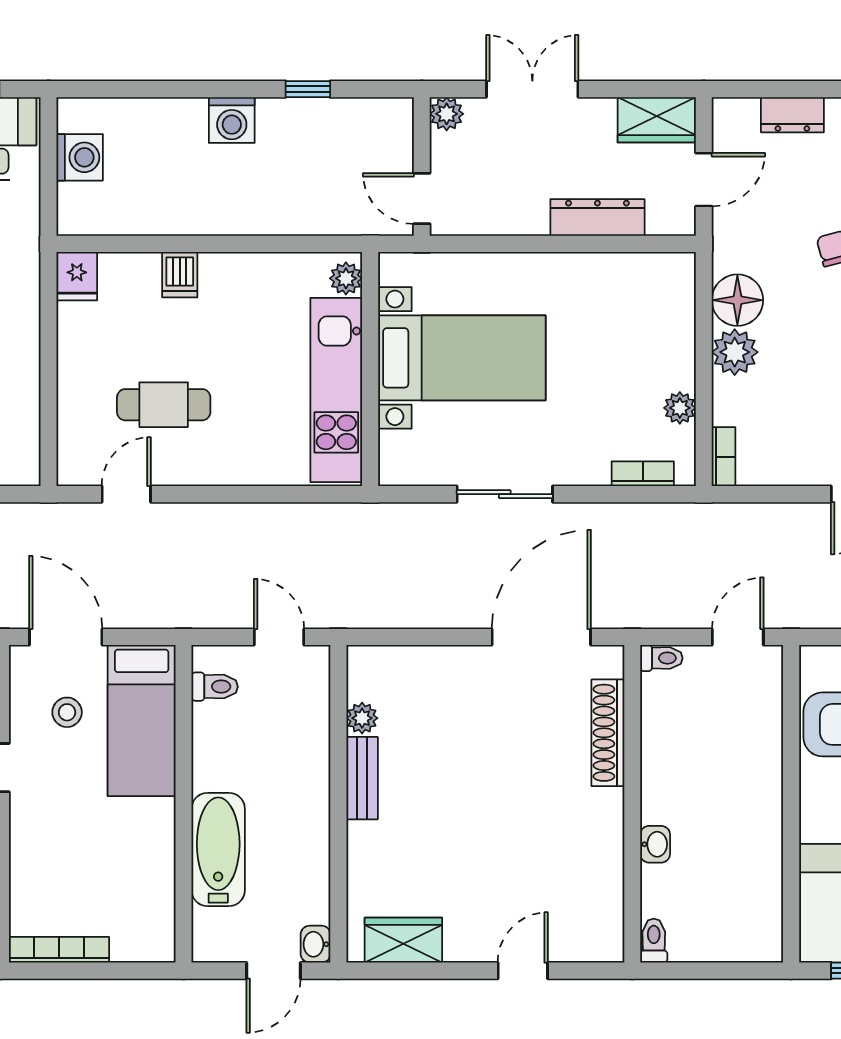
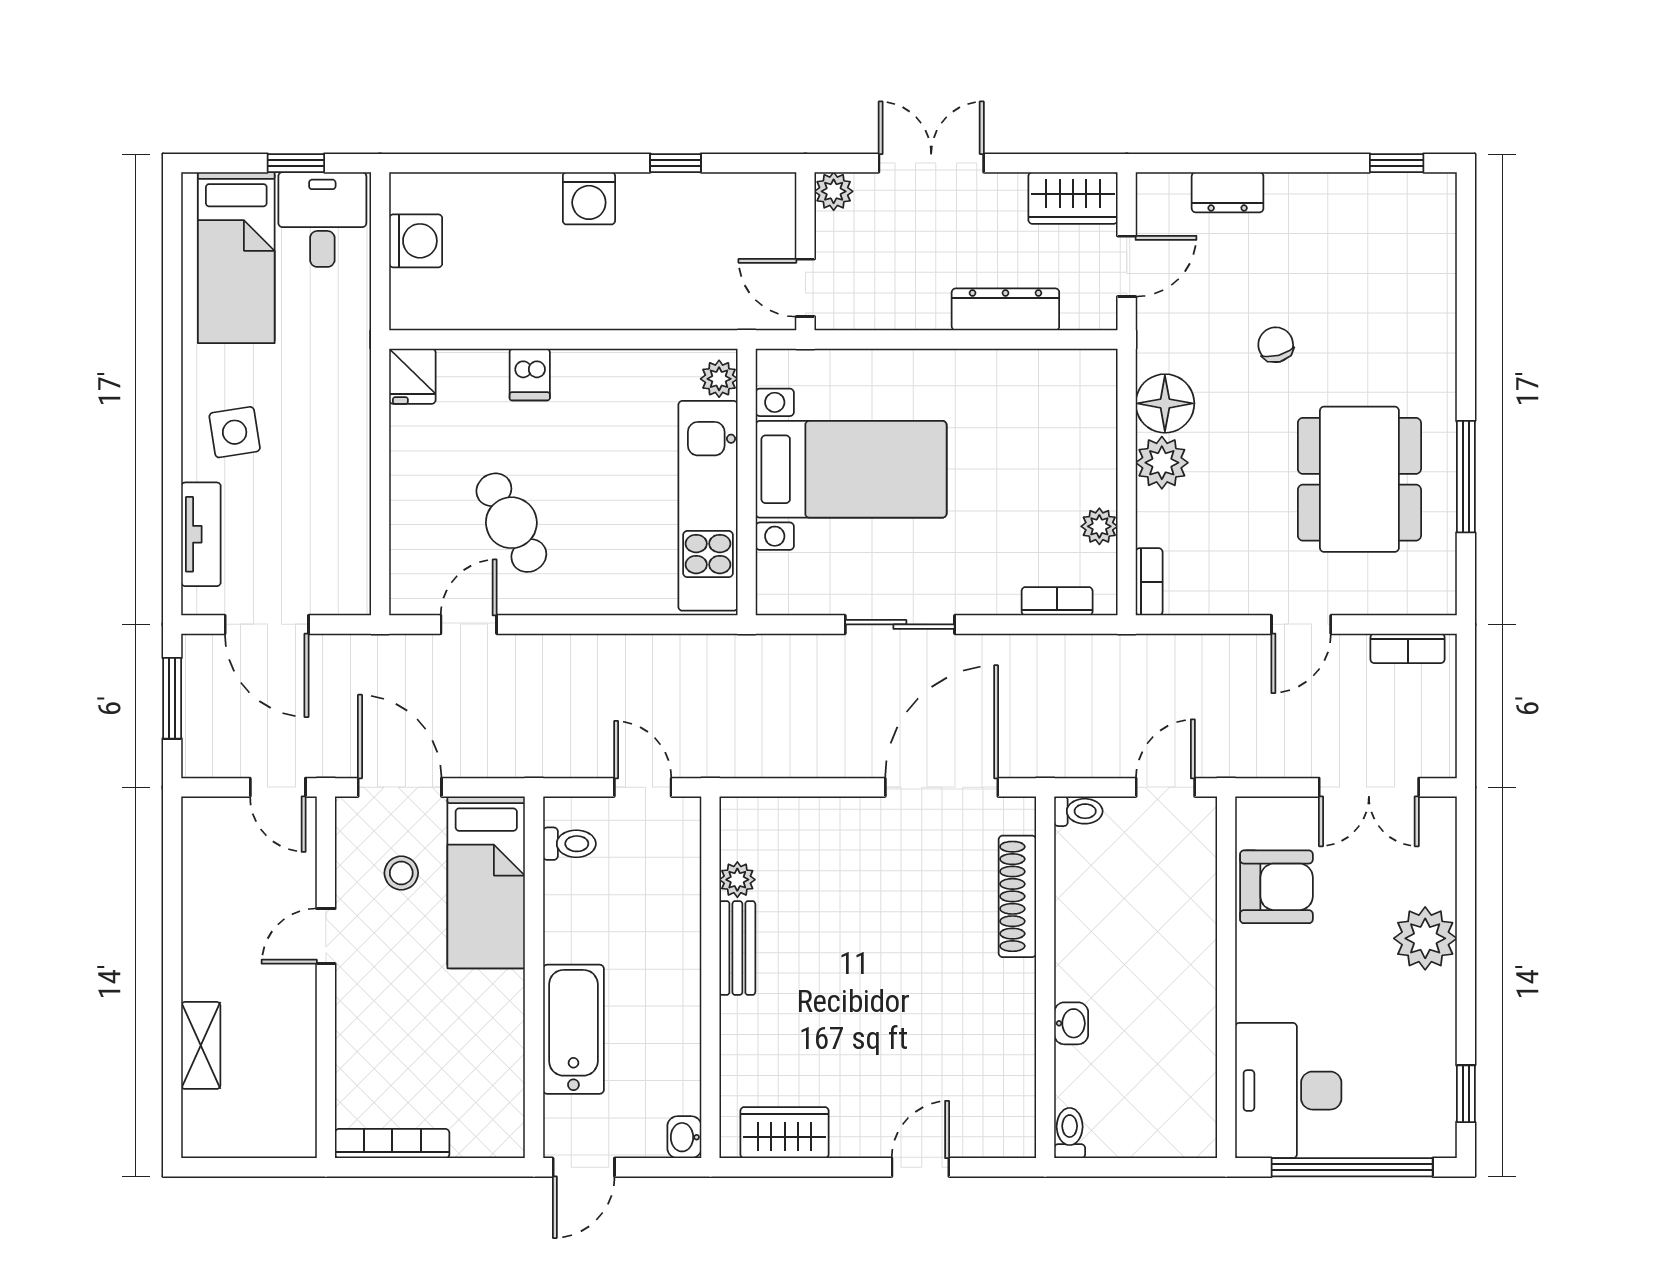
cafe table: (164, 405) -> (511, 523), turned 62
door: (273, 971) -> (584, 1167), moved

